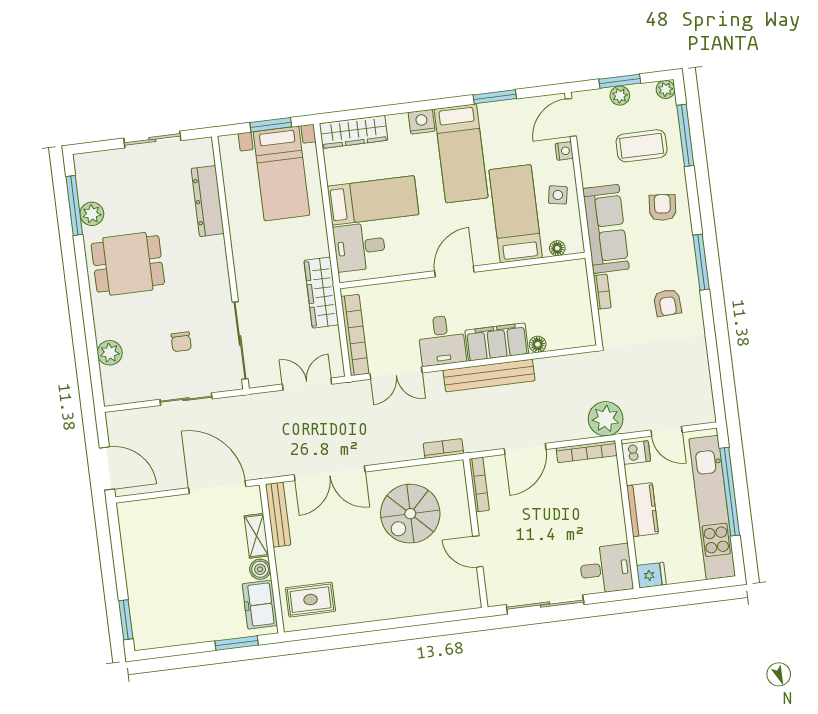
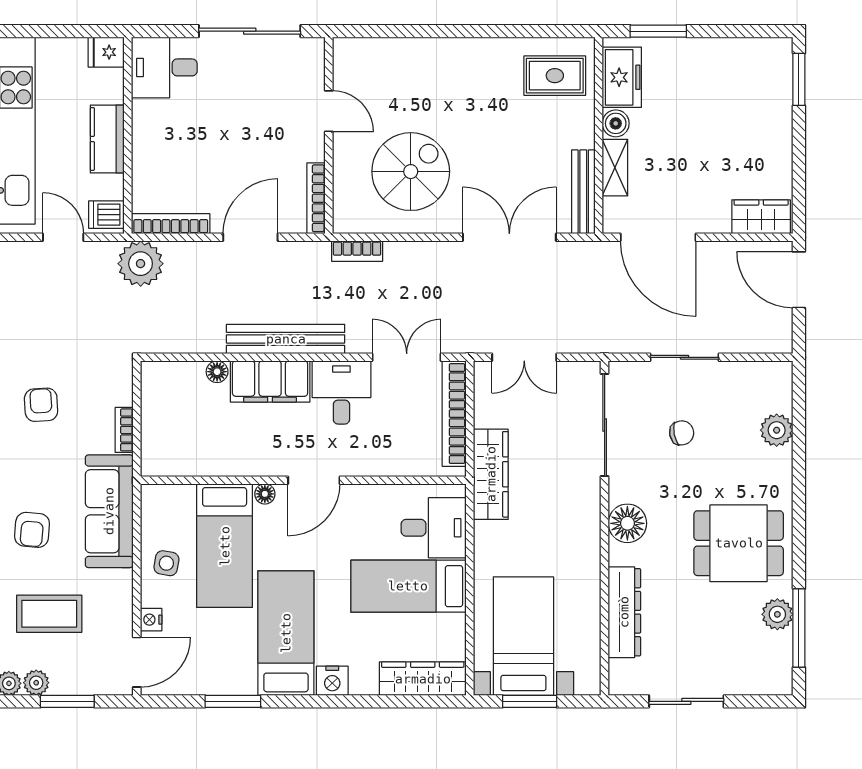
plant: (620, 96) -> (36, 683), moved
floor lamp: (557, 248) -> (265, 494), moved
floor lamp: (214, 268) -> (627, 523), added
chair: (181, 342) -> (682, 433), turned 79
wardrobe: (141, 512) -> (761, 217), added

